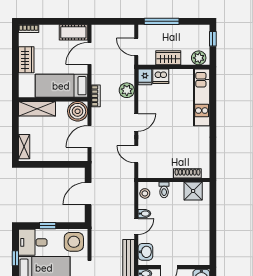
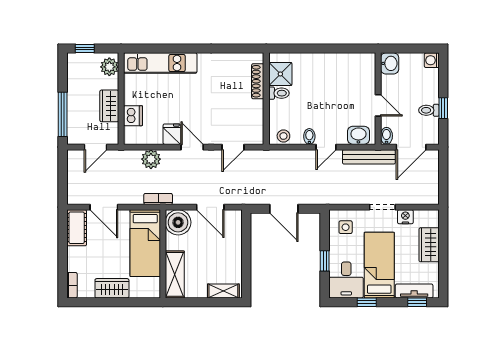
fridge: (145, 77) -> (172, 134), moved, turned -90
toilet: (164, 190) -> (279, 93), moved
door: (136, 227) -> (326, 147), swing flipped
side table: (74, 242) -> (346, 227), width x0.54, depth x0.54

